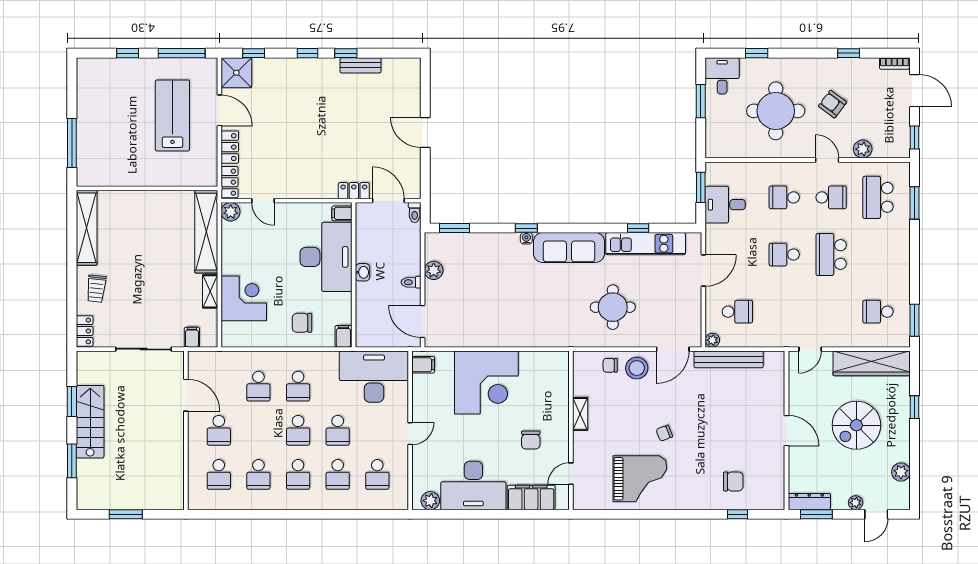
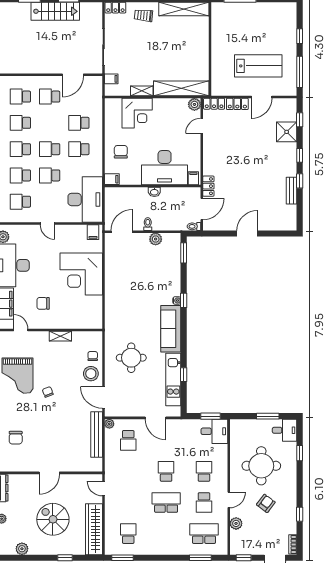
shower: (236, 73) -> (287, 132), moved
desk: (725, 205) -> (214, 431), moved, turned 90

